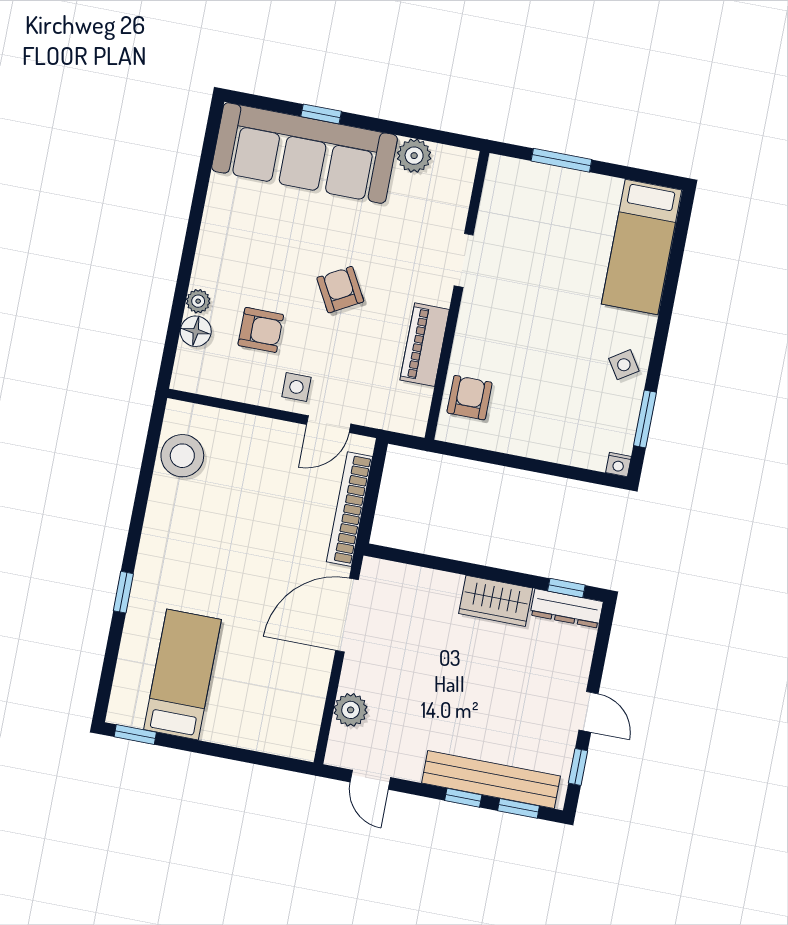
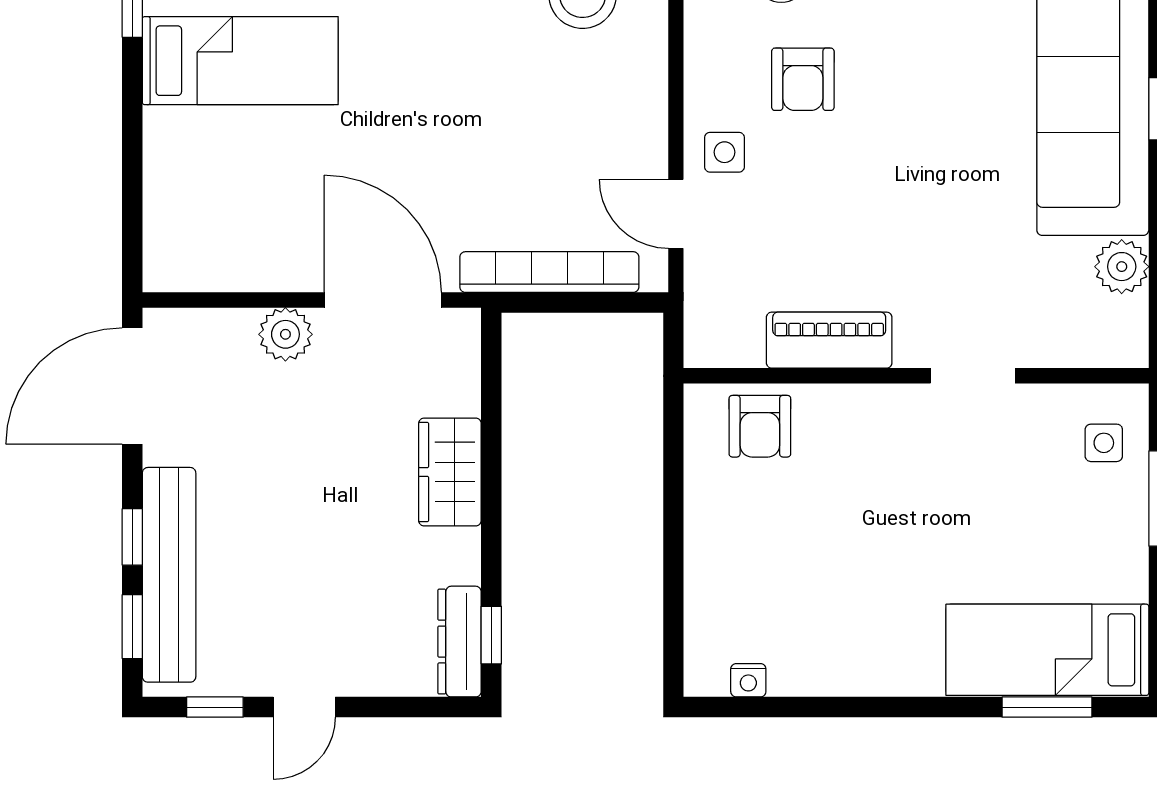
armchair: (340, 290) -> (890, 192), removed
side table: (624, 365) -> (1104, 443), moved, turned 33
armchair: (470, 398) -> (760, 426), turned 90
window: (645, 419) -> (1047, 707), moved
nightstand: (618, 465) -> (748, 680), moved, turned -90
wardrobe: (496, 601) -> (450, 472), moved
plant: (351, 710) -> (285, 334), moved
door: (370, 780) -> (132, 386), width x1.87

